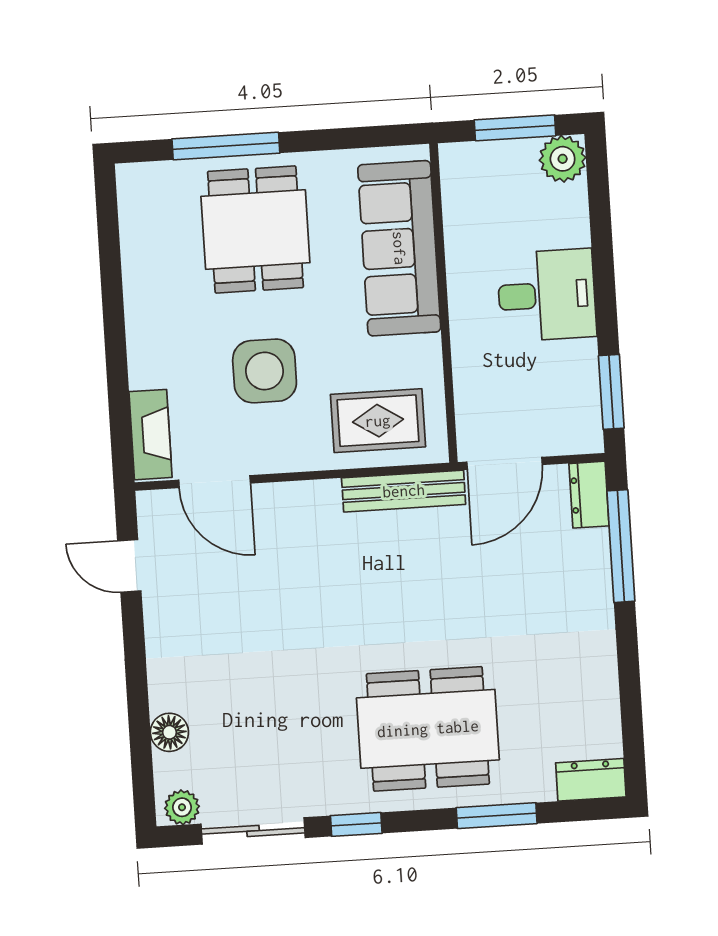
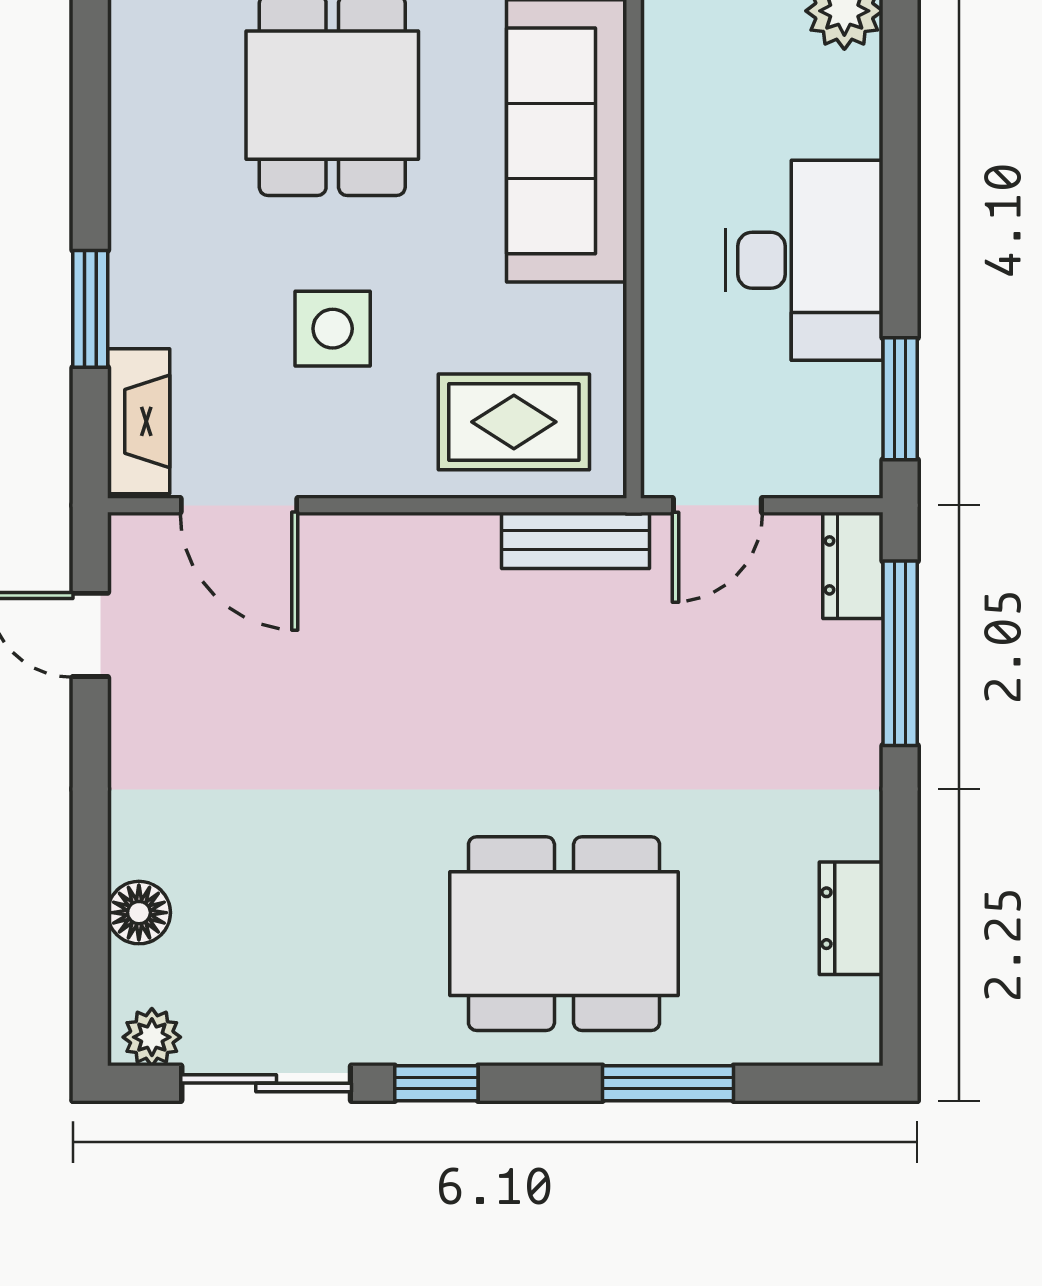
desk: (547, 295) -> (804, 260), width x1.37
window: (117, 368) -> (90, 309), added
side table: (265, 371) -> (333, 329), width x0.73, depth x0.73
door: (505, 463) -> (717, 505), width x0.73
bench: (404, 491) -> (575, 540), width x0.73
dresser: (591, 780) -> (851, 918), moved, turned -90

